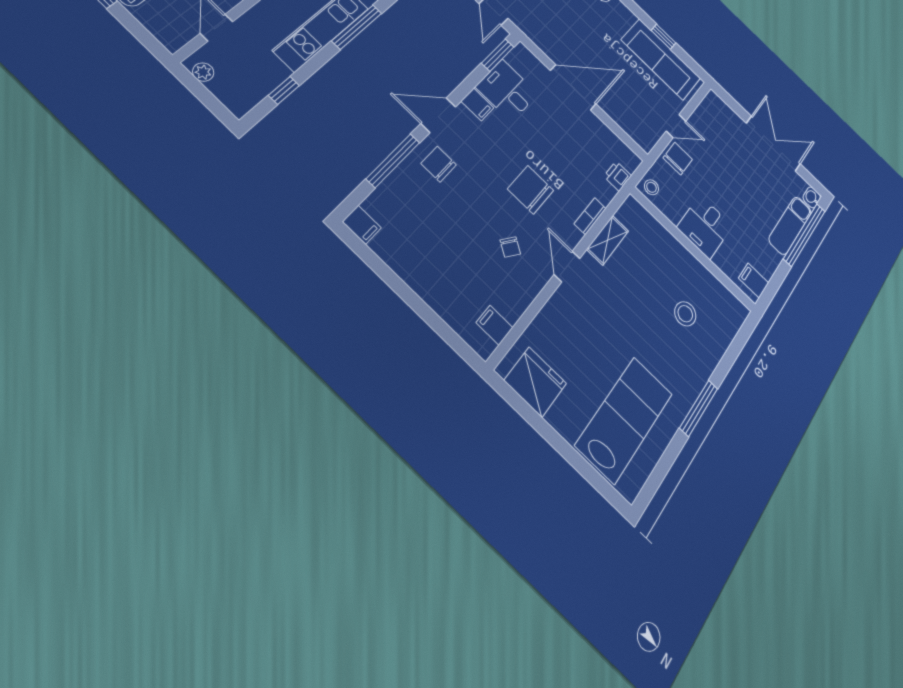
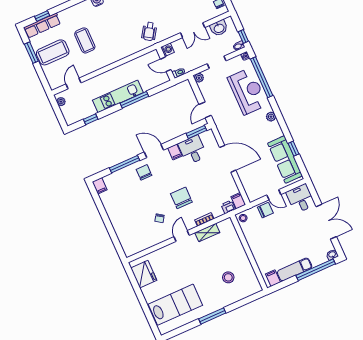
exam couch: (790, 225) -> (295, 269), moved
desk: (705, 227) -> (300, 198), moved, turned 90
filing cabinet: (494, 325) -> (238, 201), moved

